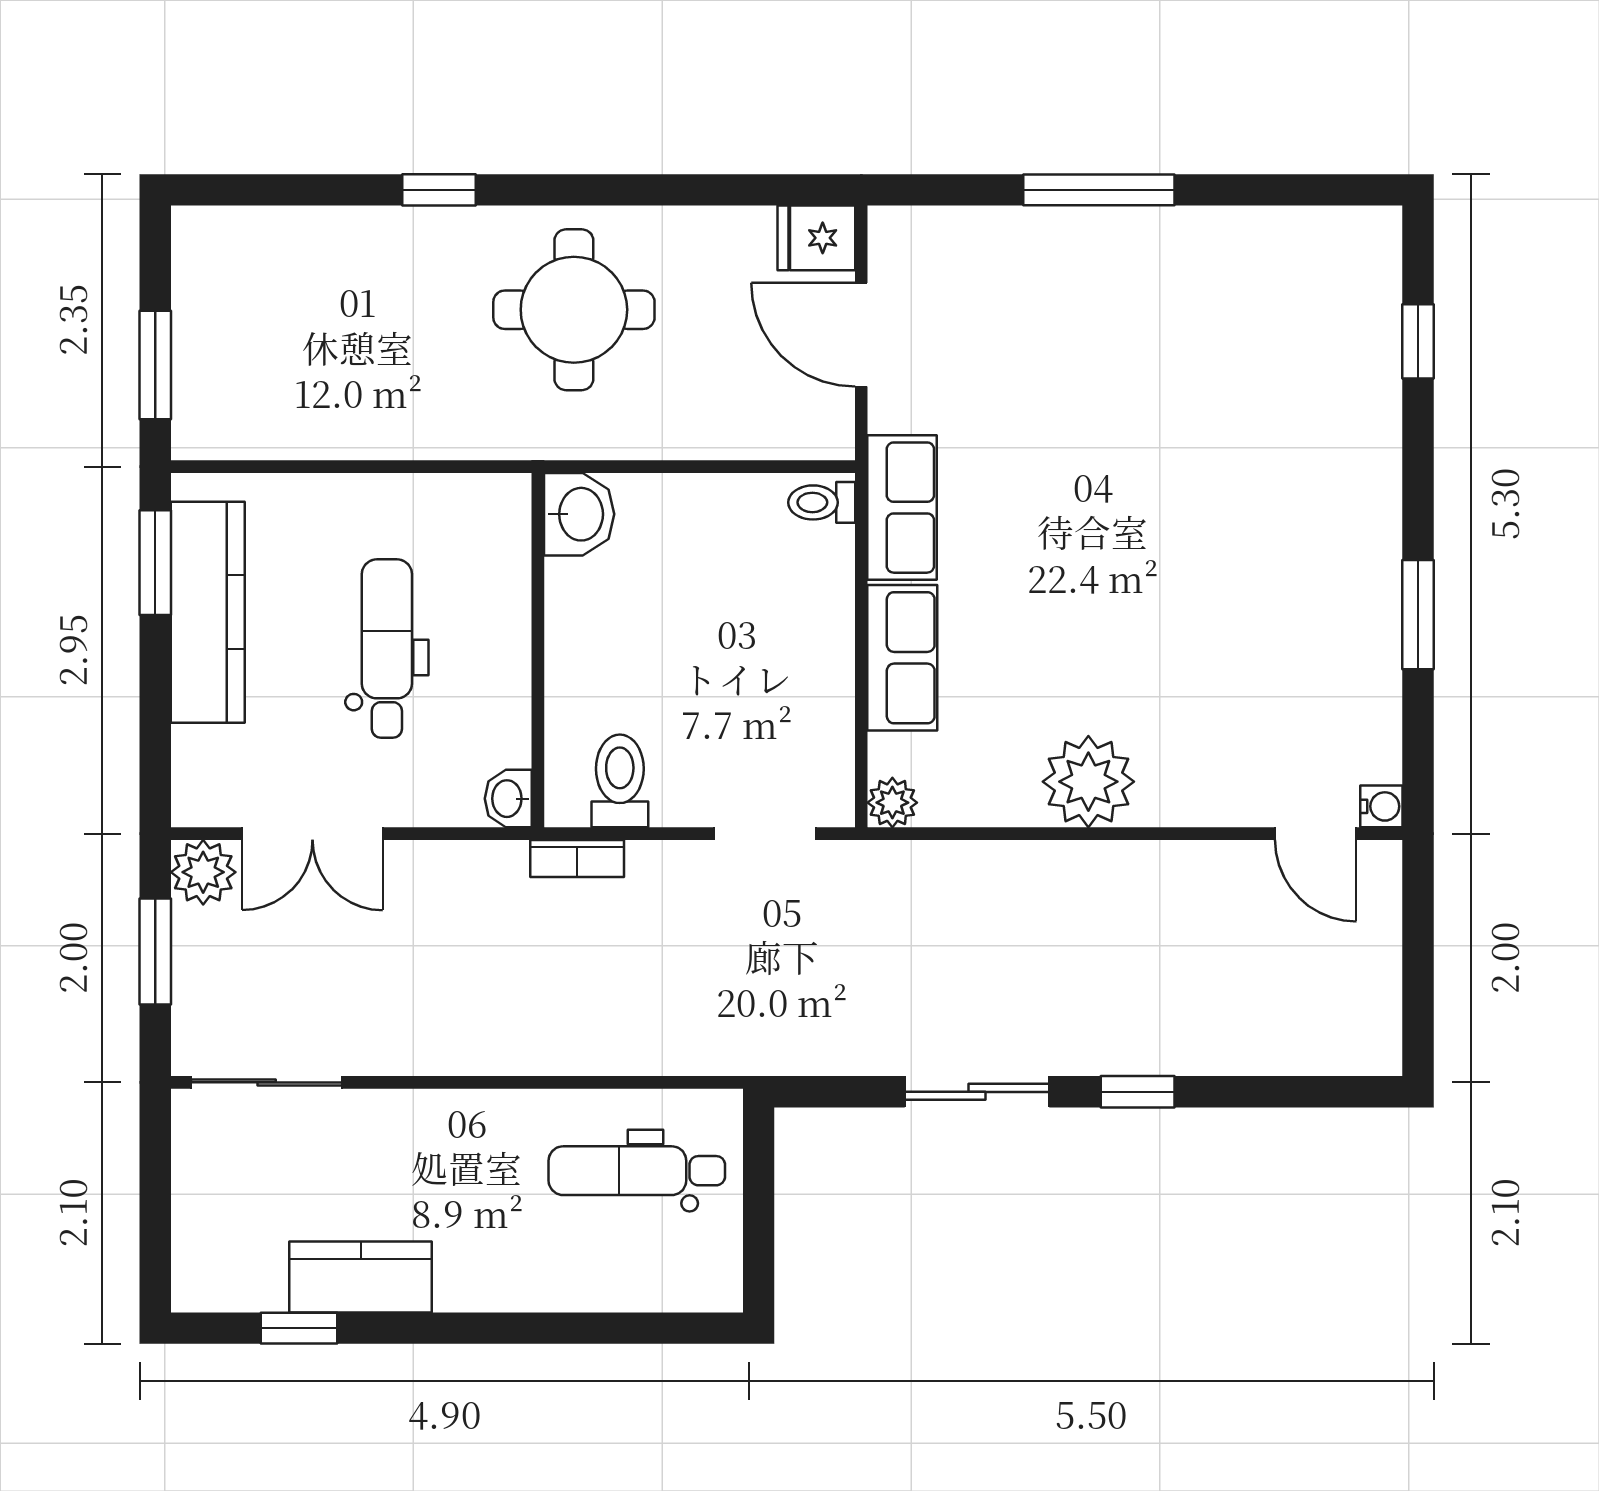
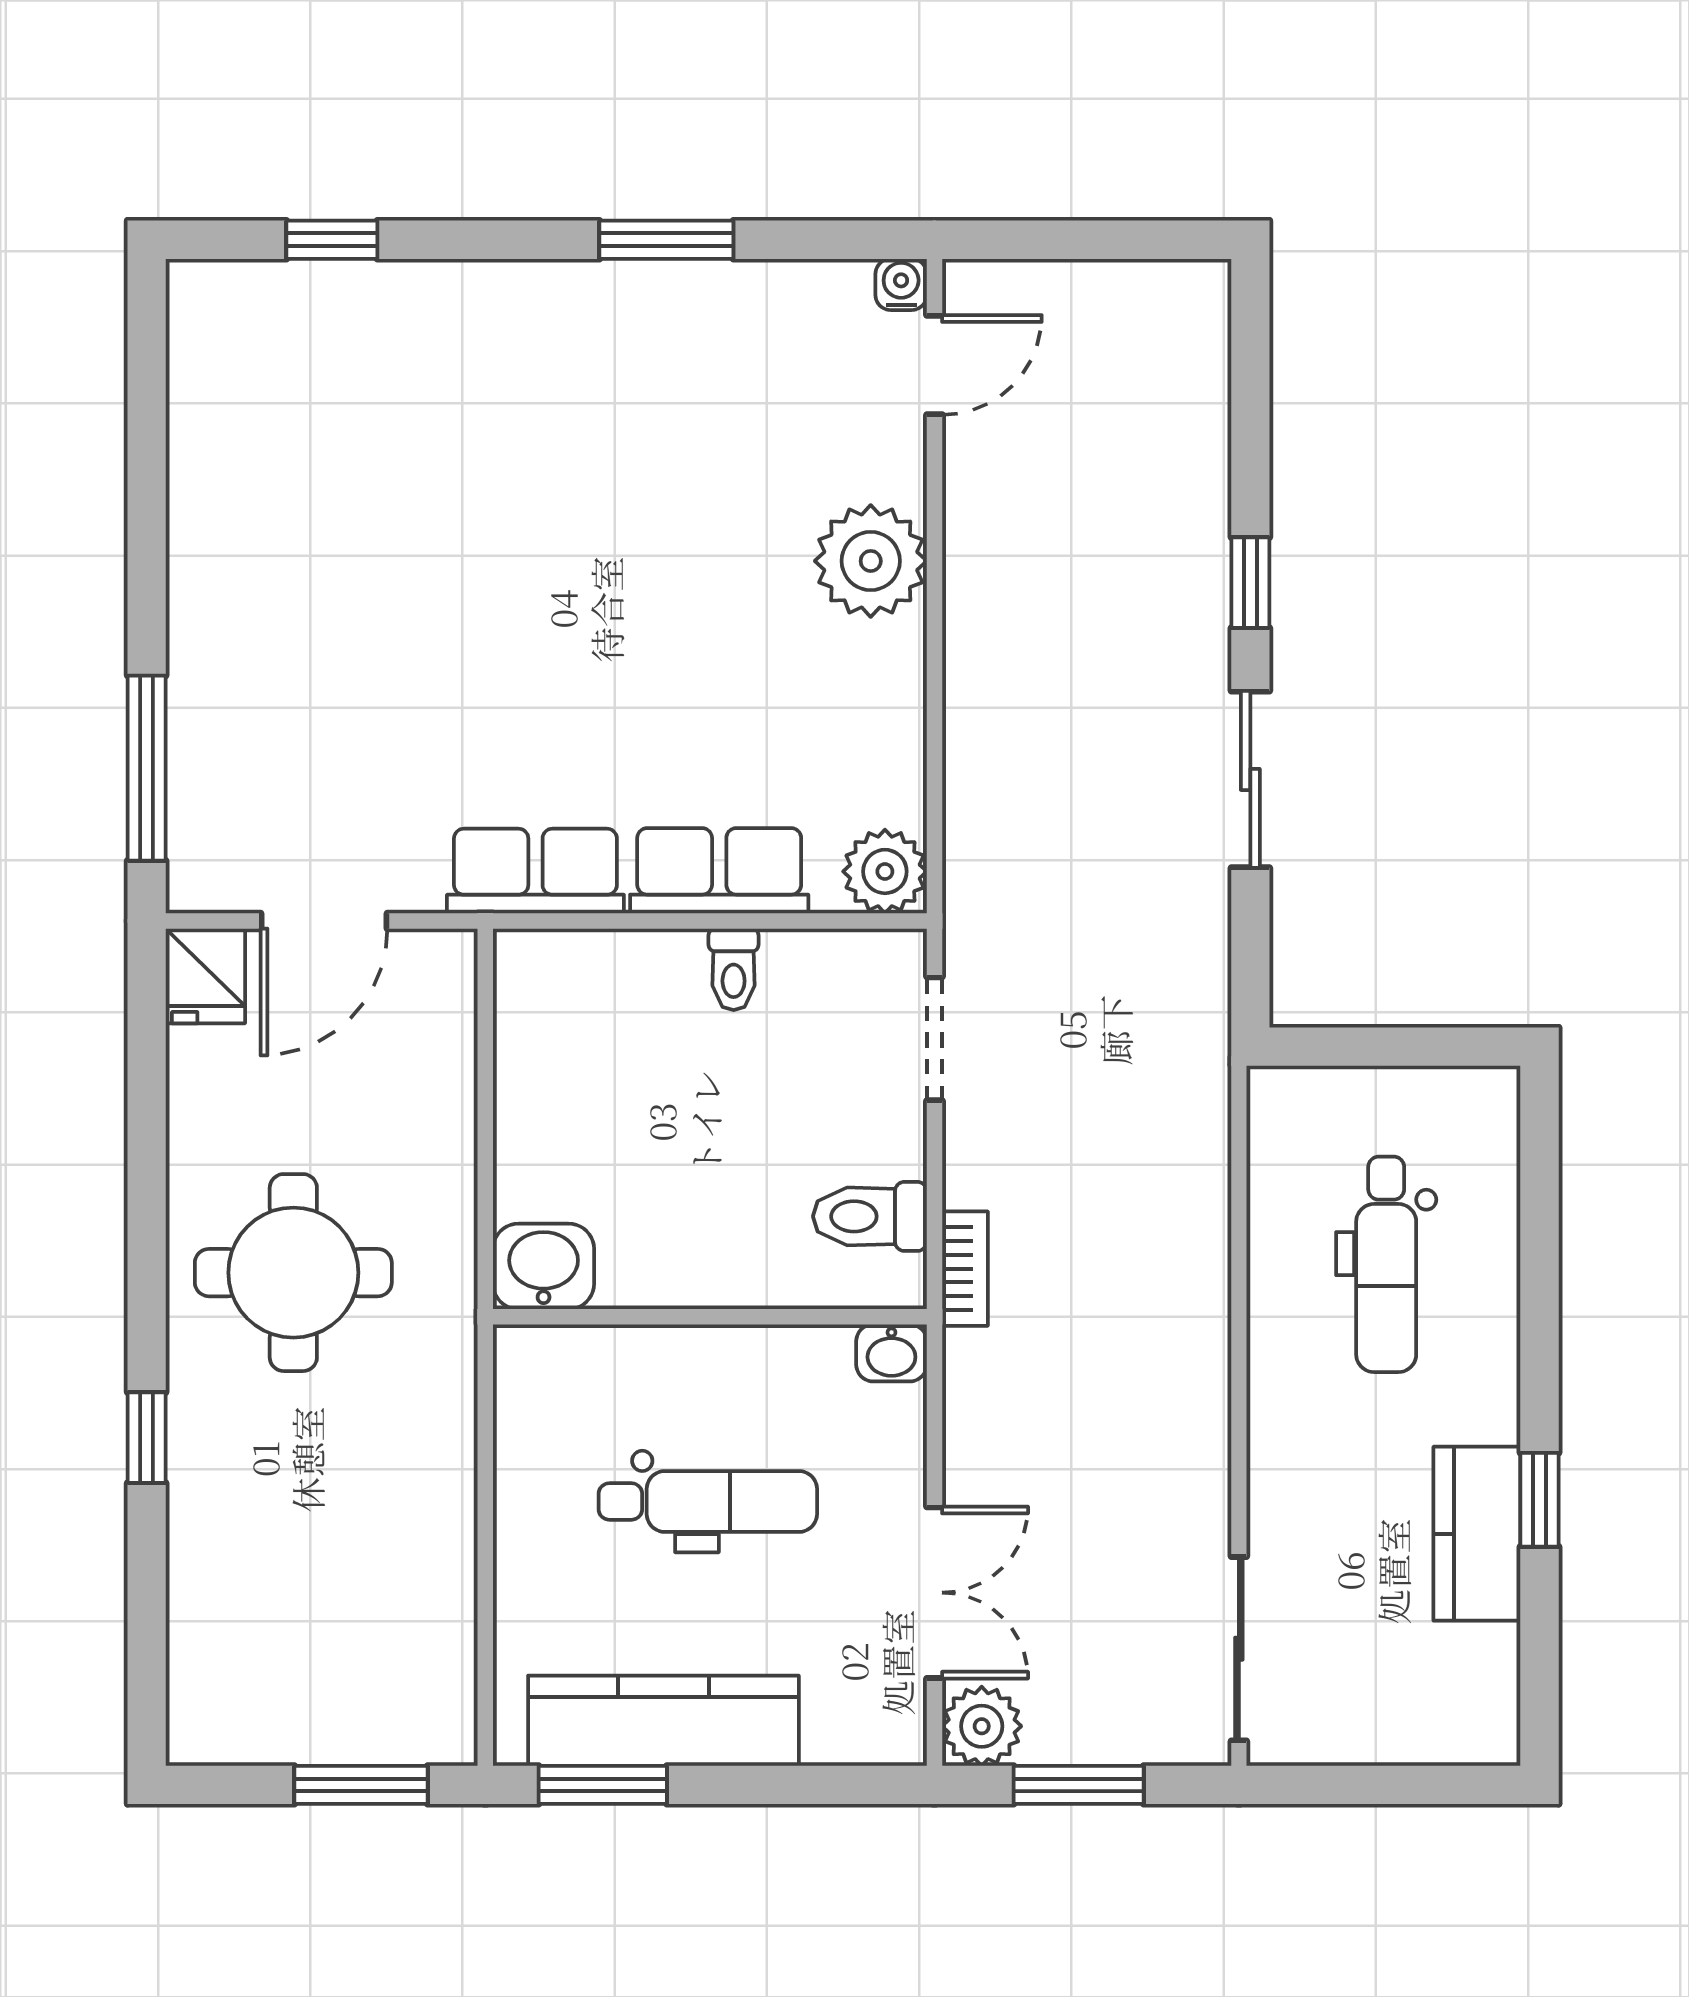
window: (1099, 190) -> (147, 768), moved
toilet: (822, 502) -> (734, 969), moved
dental chair: (387, 648) -> (708, 1501), turned 180
plant: (1088, 782) -> (871, 561), moved
plant: (892, 803) -> (885, 871), width x1.38, depth x1.38
dental chair: (637, 1171) -> (1386, 1264), moved
window: (299, 1328) -> (1540, 1500), moved

